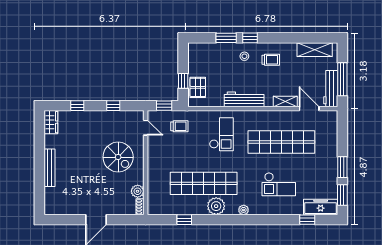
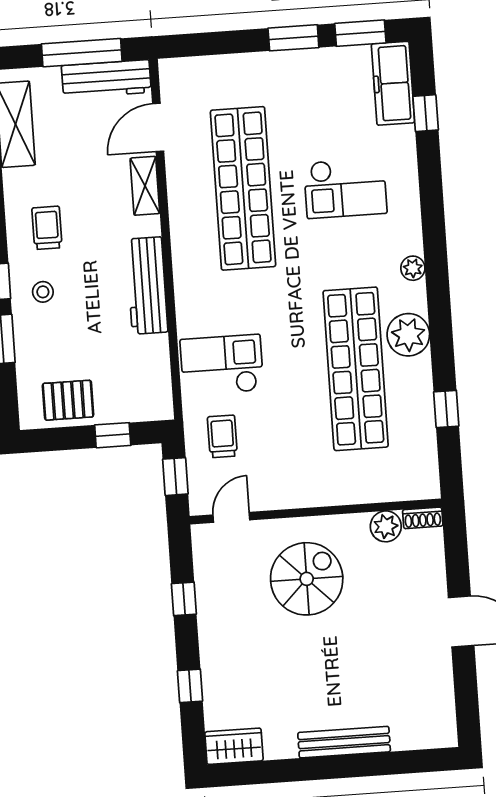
pallet: (198, 87) -> (68, 400), moved
checkout: (221, 134) -> (222, 365), moved
checkout: (279, 184) -> (345, 188), turned 90

